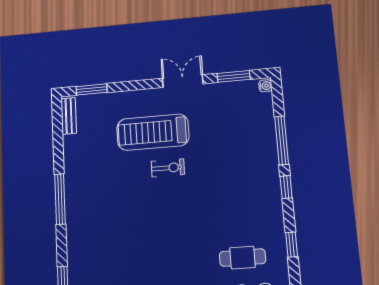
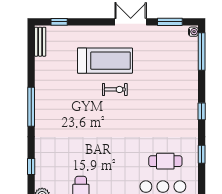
window: (92, 89) -> (59, 22), width x0.67
treadmill: (153, 132) -> (105, 61), turned 180
window: (282, 140) -> (202, 51), moved

